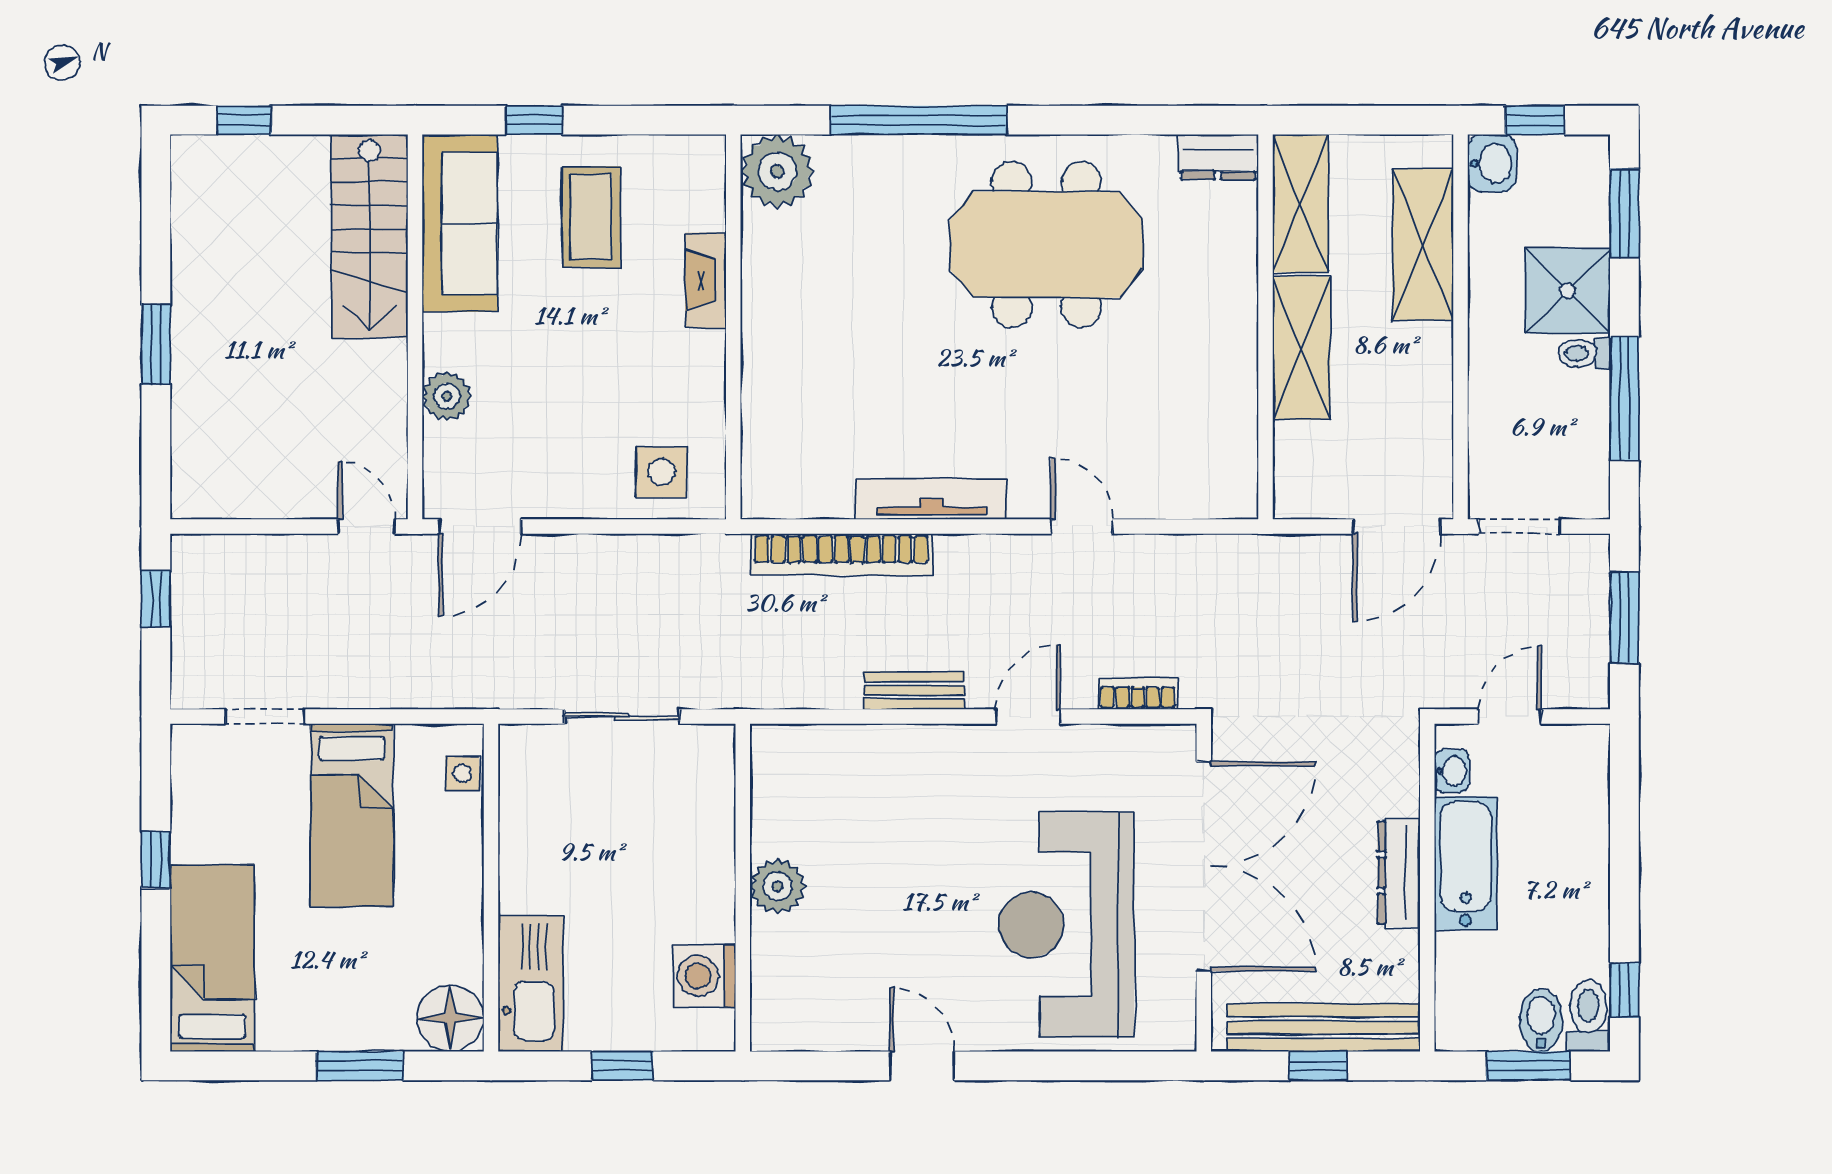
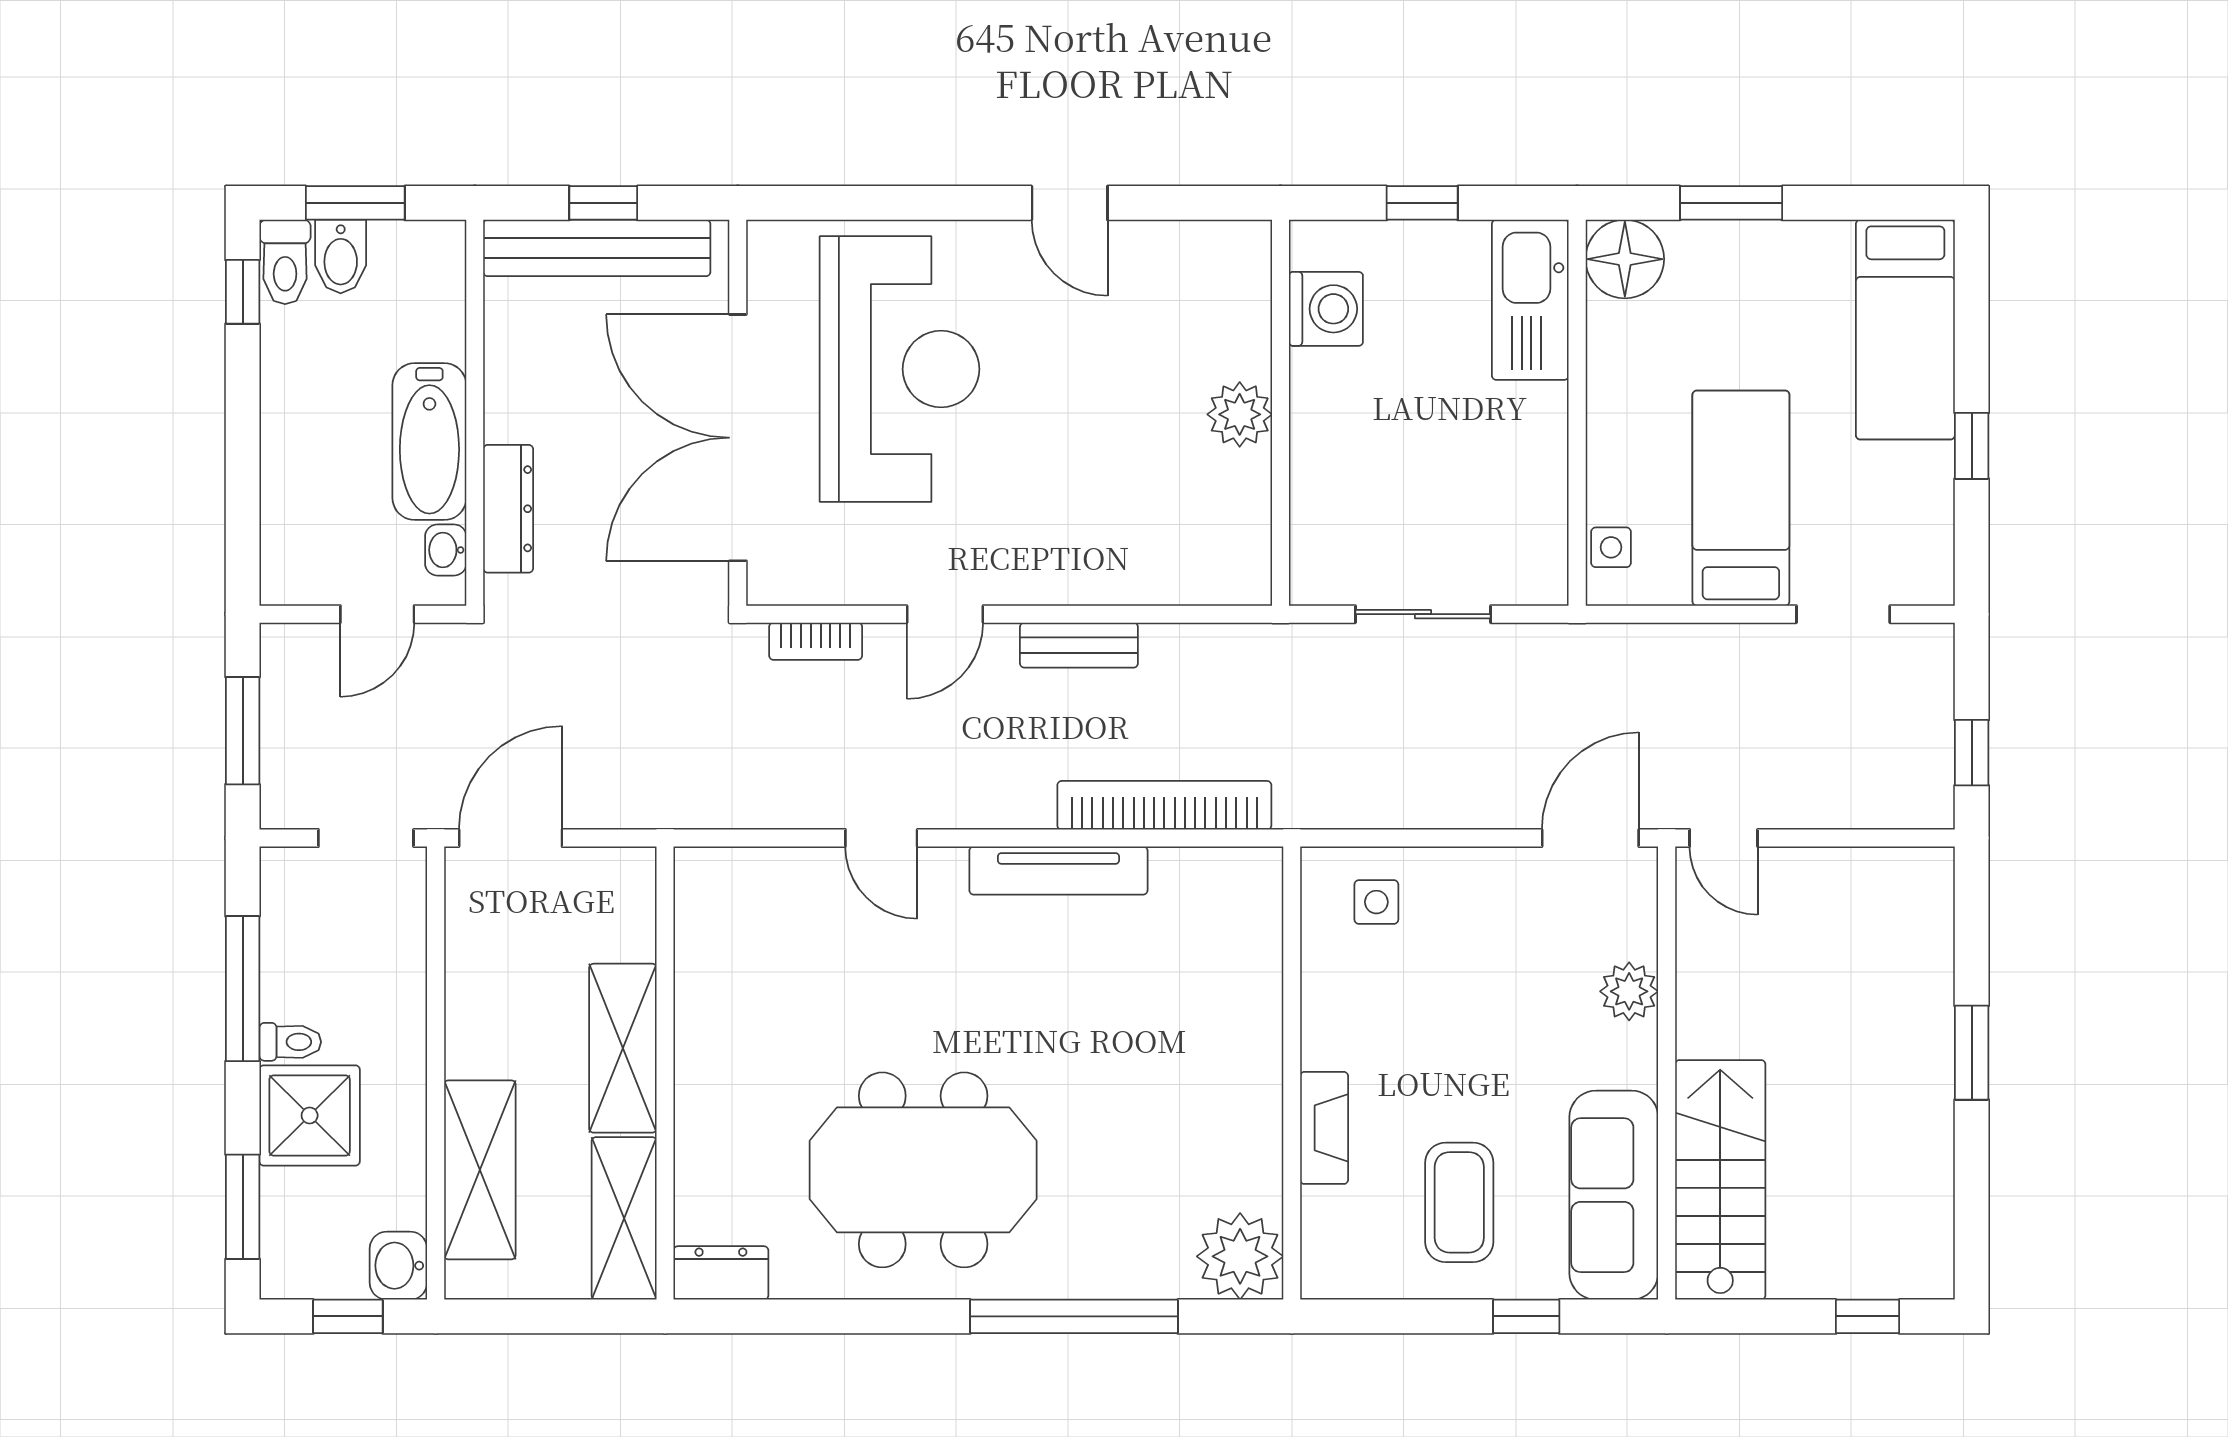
side table: (661, 472) -> (1376, 902), width x0.73, depth x0.73
dresser: (1399, 873) -> (508, 509), moved

